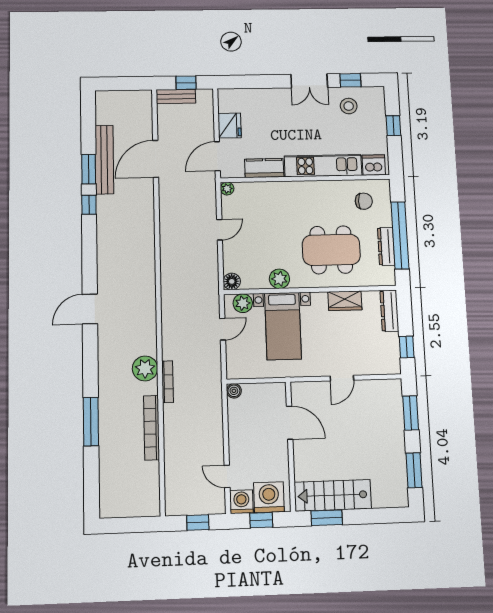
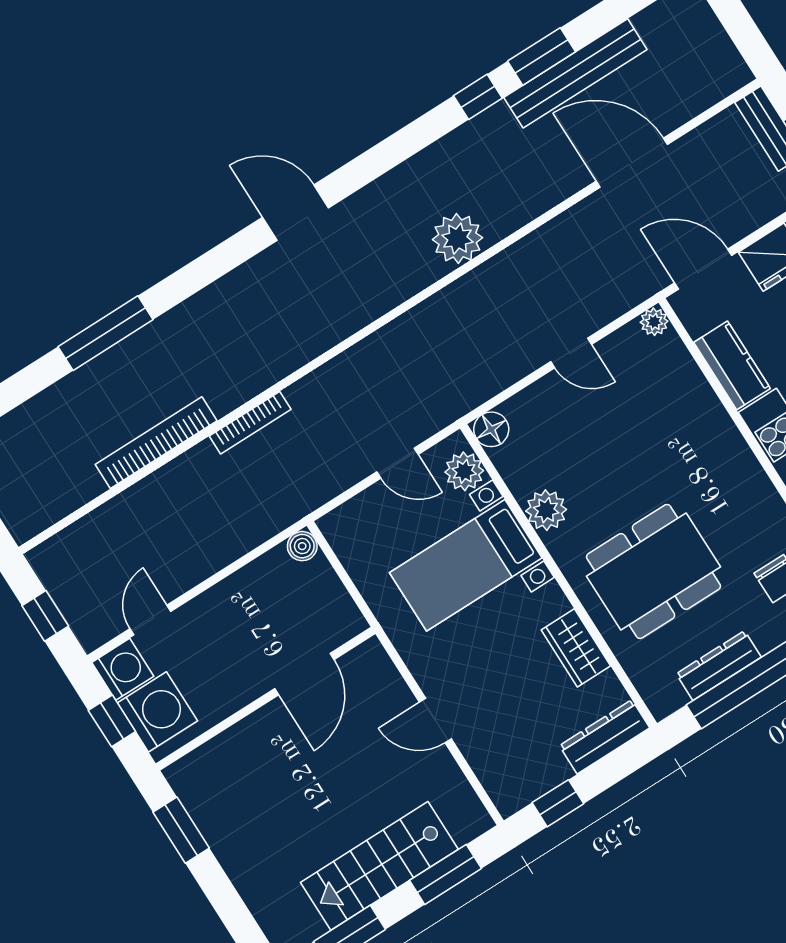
dining table: (331, 250) -> (653, 571), turned 90
plant: (145, 368) -> (457, 239), moved
stairs: (333, 495) -> (379, 866), moved, turned -90

